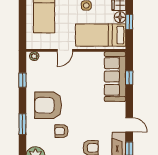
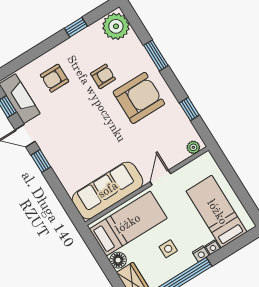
window: (129, 22) -> (103, 261), removed
sofa: (115, 77) -> (108, 190), moved, turned -90
window: (129, 78) -> (41, 161), moved

